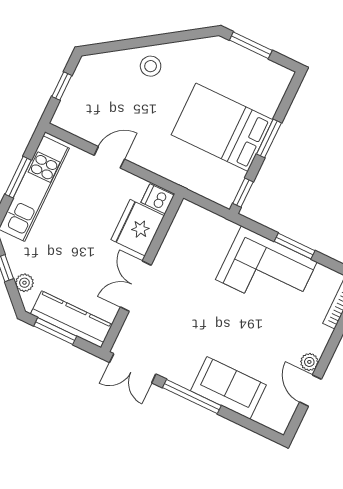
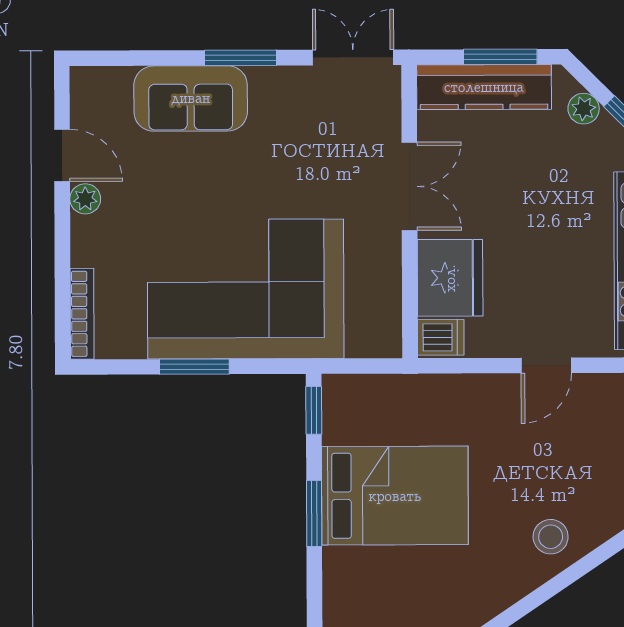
corner sofa: (266, 271) -> (246, 289), width x1.36, depth x1.36
window: (192, 397) -> (240, 58), width x0.69

